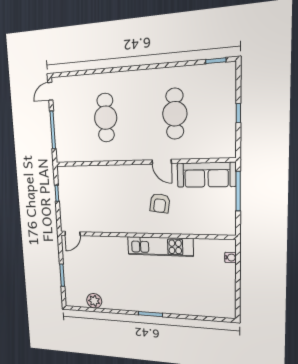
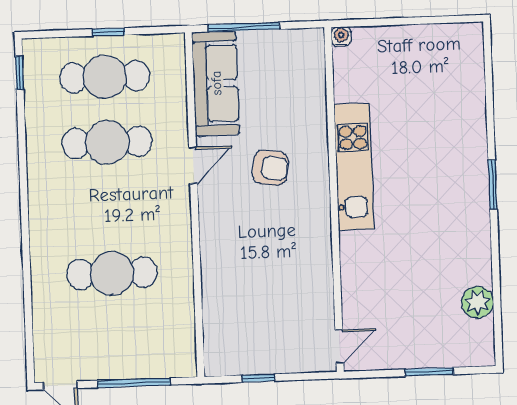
cafe table: (212, 112) -> (105, 77), added
door: (72, 233) -> (339, 346), hinge flipped
water cooler: (230, 258) -> (341, 37), moved

